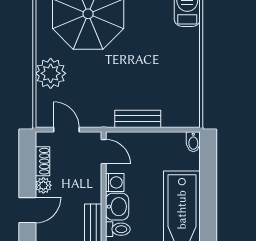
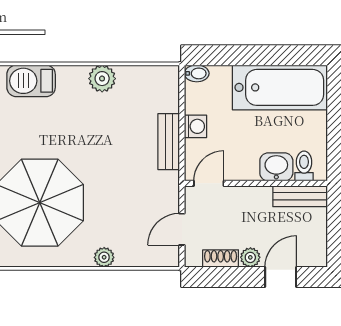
plant: (189, 65) -> (102, 79), added
plant: (51, 73) -> (104, 257), width x0.53, depth x0.53
washing machine: (115, 182) -> (196, 126), moved, turned 90
door: (27, 210) -> (281, 277), hinge flipped

